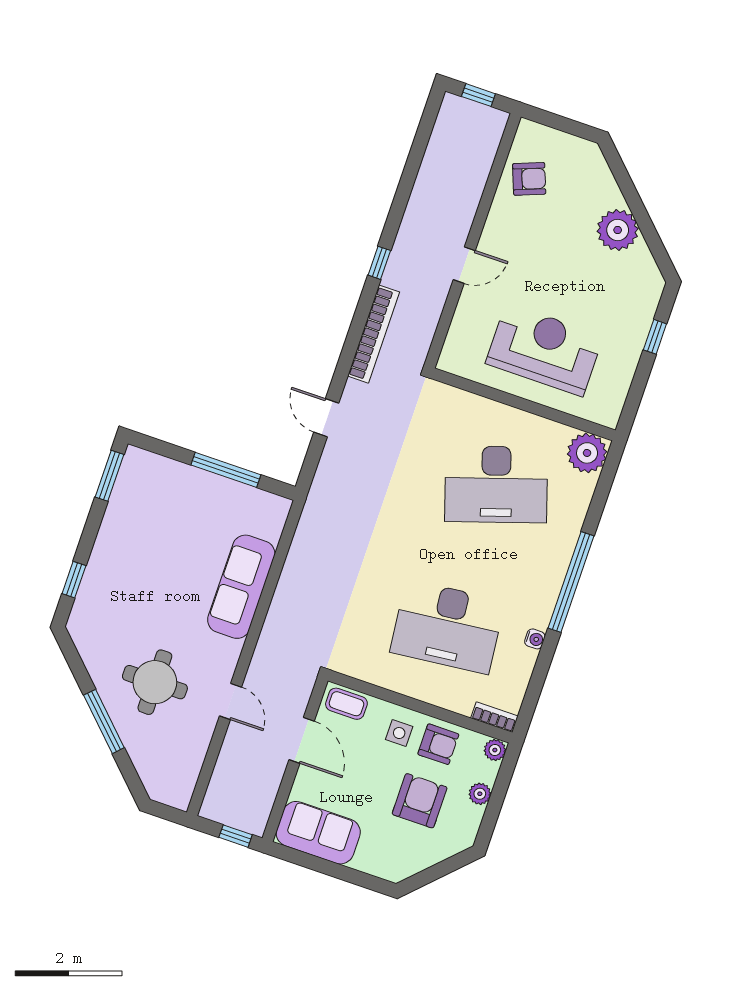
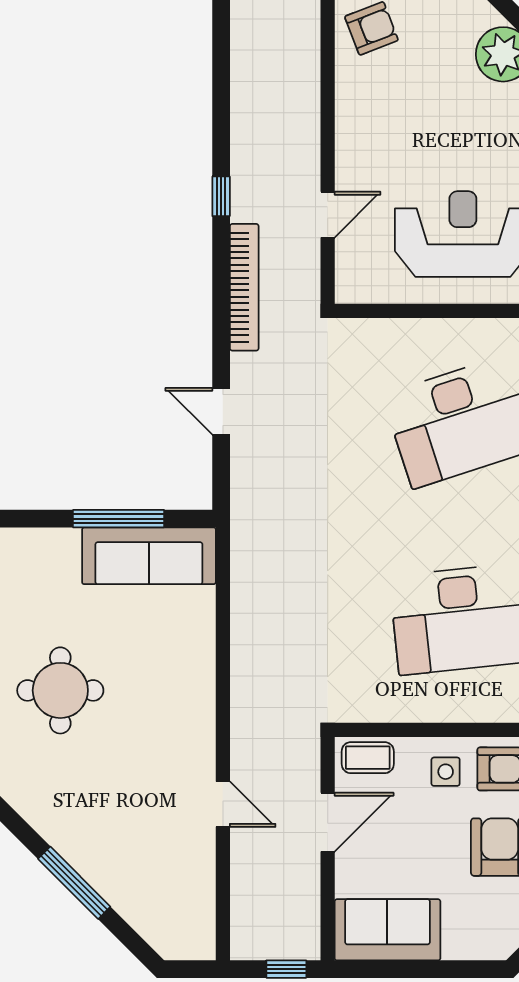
door: (464, 265) -> (328, 215), moved
sofa: (241, 587) -> (149, 556), moved, turned -90
round table: (155, 682) -> (60, 690), moved
door: (302, 740) -> (328, 822), hinge flipped

